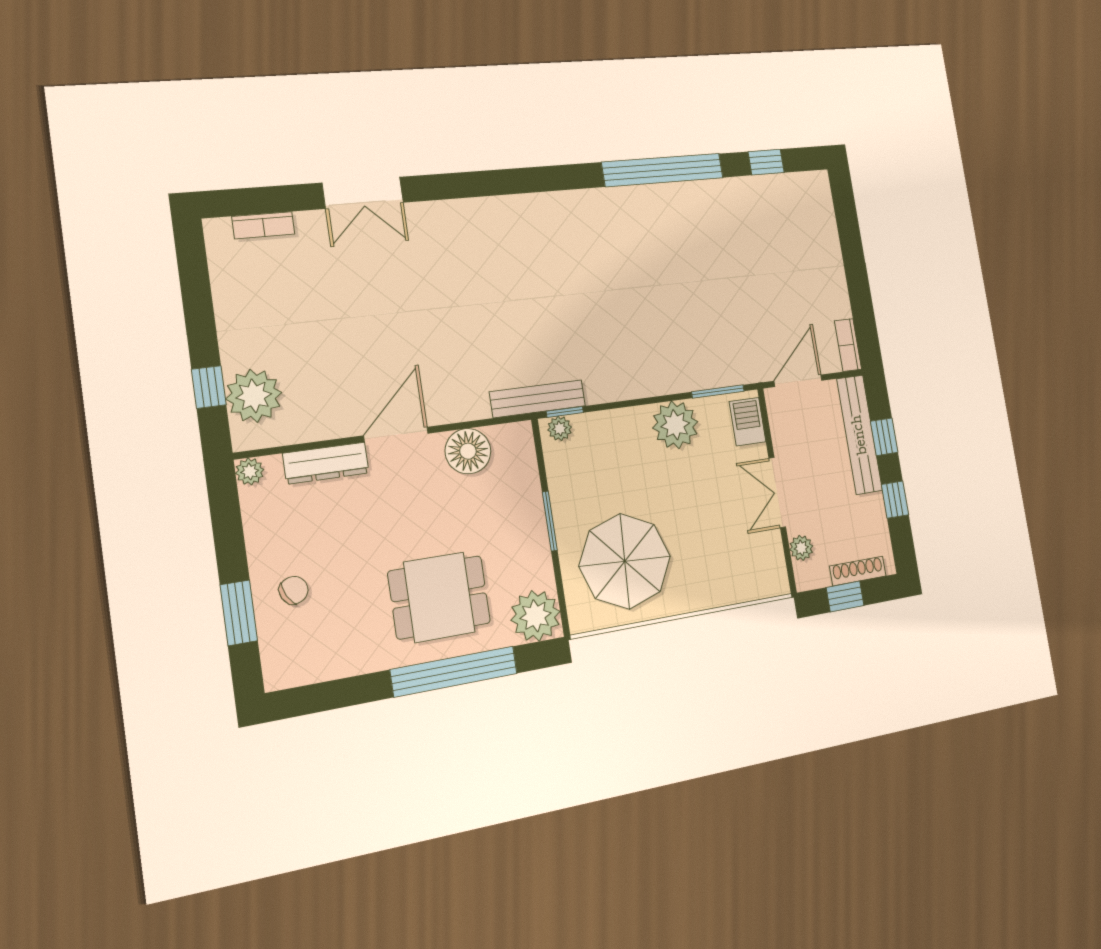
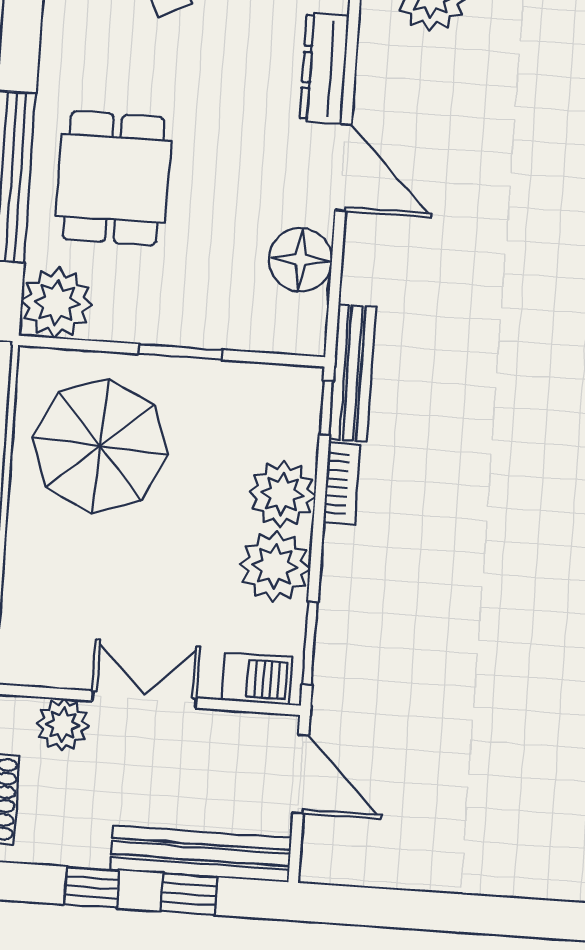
bookcase: (848, 345) -> (342, 484), moved, turned 90
plant: (560, 428) -> (282, 494), moved, width x1.88, depth x1.88
plant: (801, 548) -> (63, 725), width x1.38, depth x1.38

